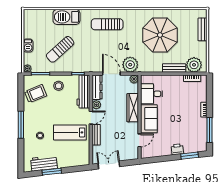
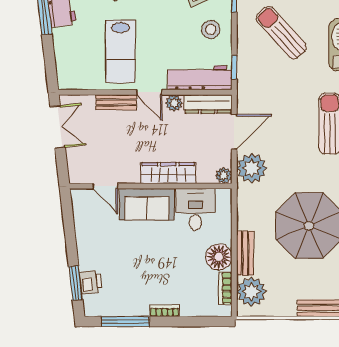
floor lamp: (176, 82) -> (219, 257), added
lab bench: (70, 132) -> (120, 51), turned 180
printer: (177, 149) -> (91, 282), moved

